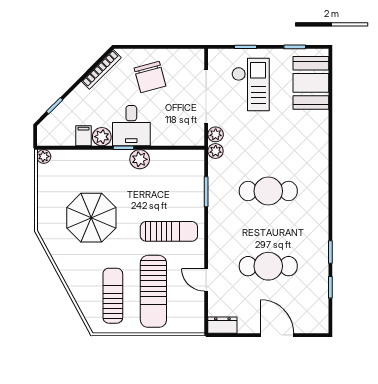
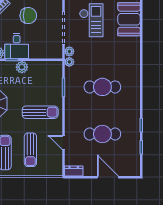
chair: (150, 77) -> (28, 16), turned -75
sun lounger: (153, 291) -> (30, 150), width x0.73, depth x0.75

